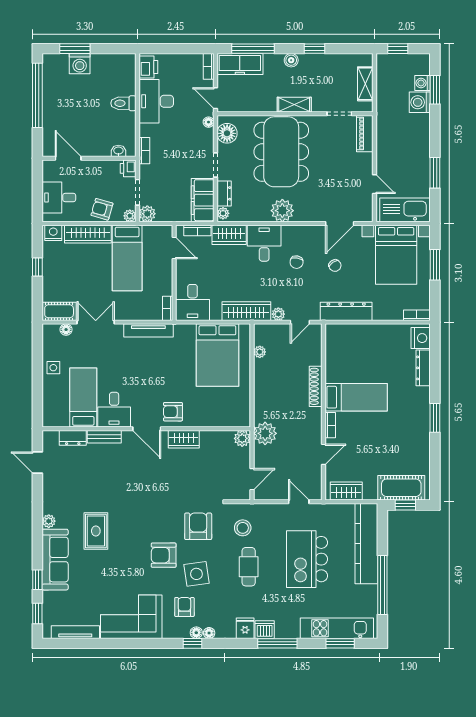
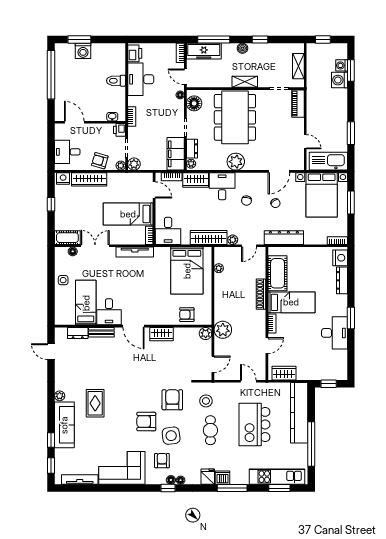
bed: (127, 258) -> (128, 214), moved, turned 90
armchair: (173, 412) -> (187, 315), moved
desk: (413, 438) -> (334, 333), added
cot: (401, 488) -> (277, 273), moved, turned 90

